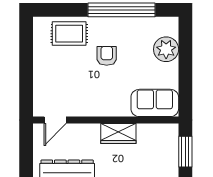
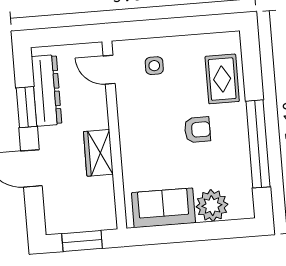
side table: (55, 85) -> (154, 66), added
sofa: (155, 103) -> (163, 208), moved, turned -90

